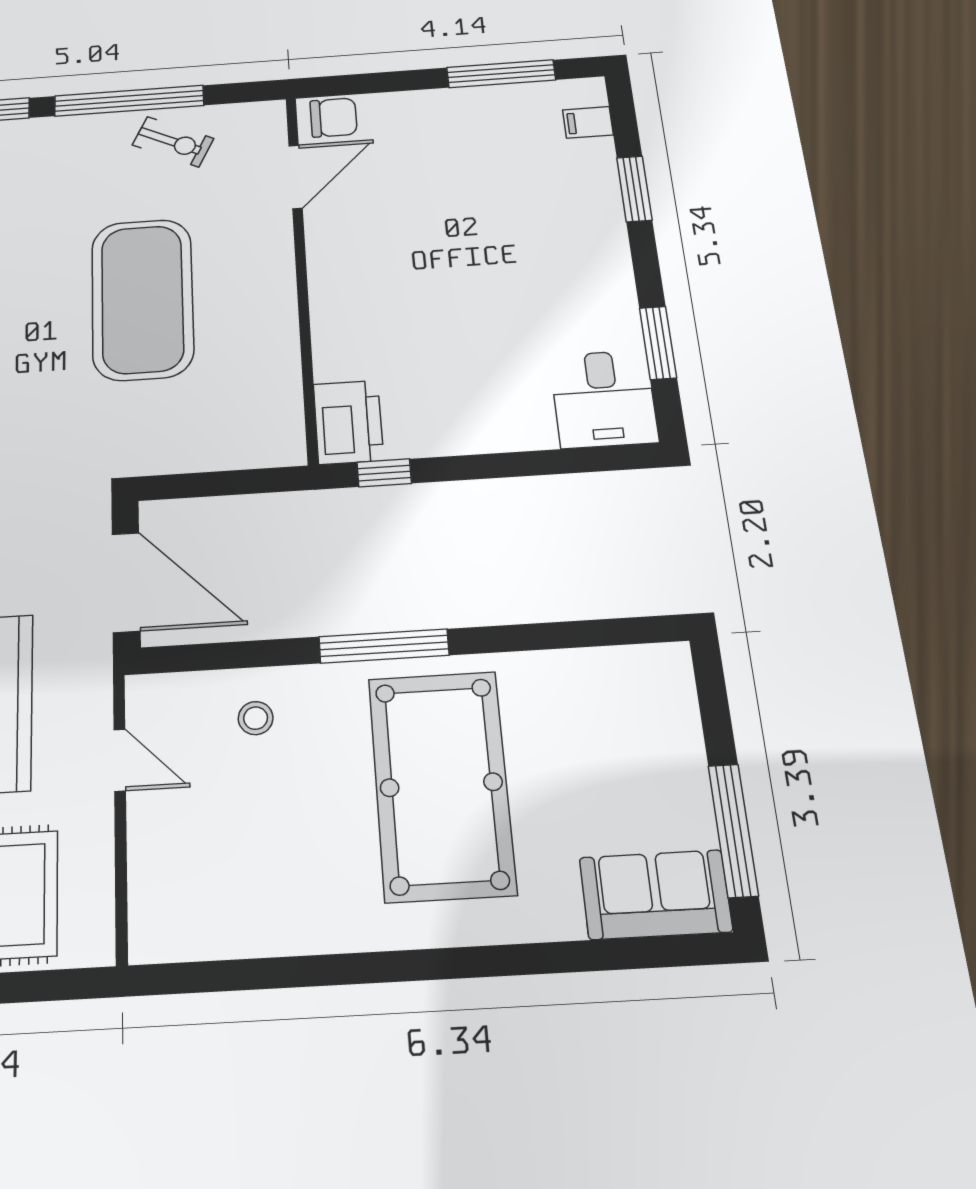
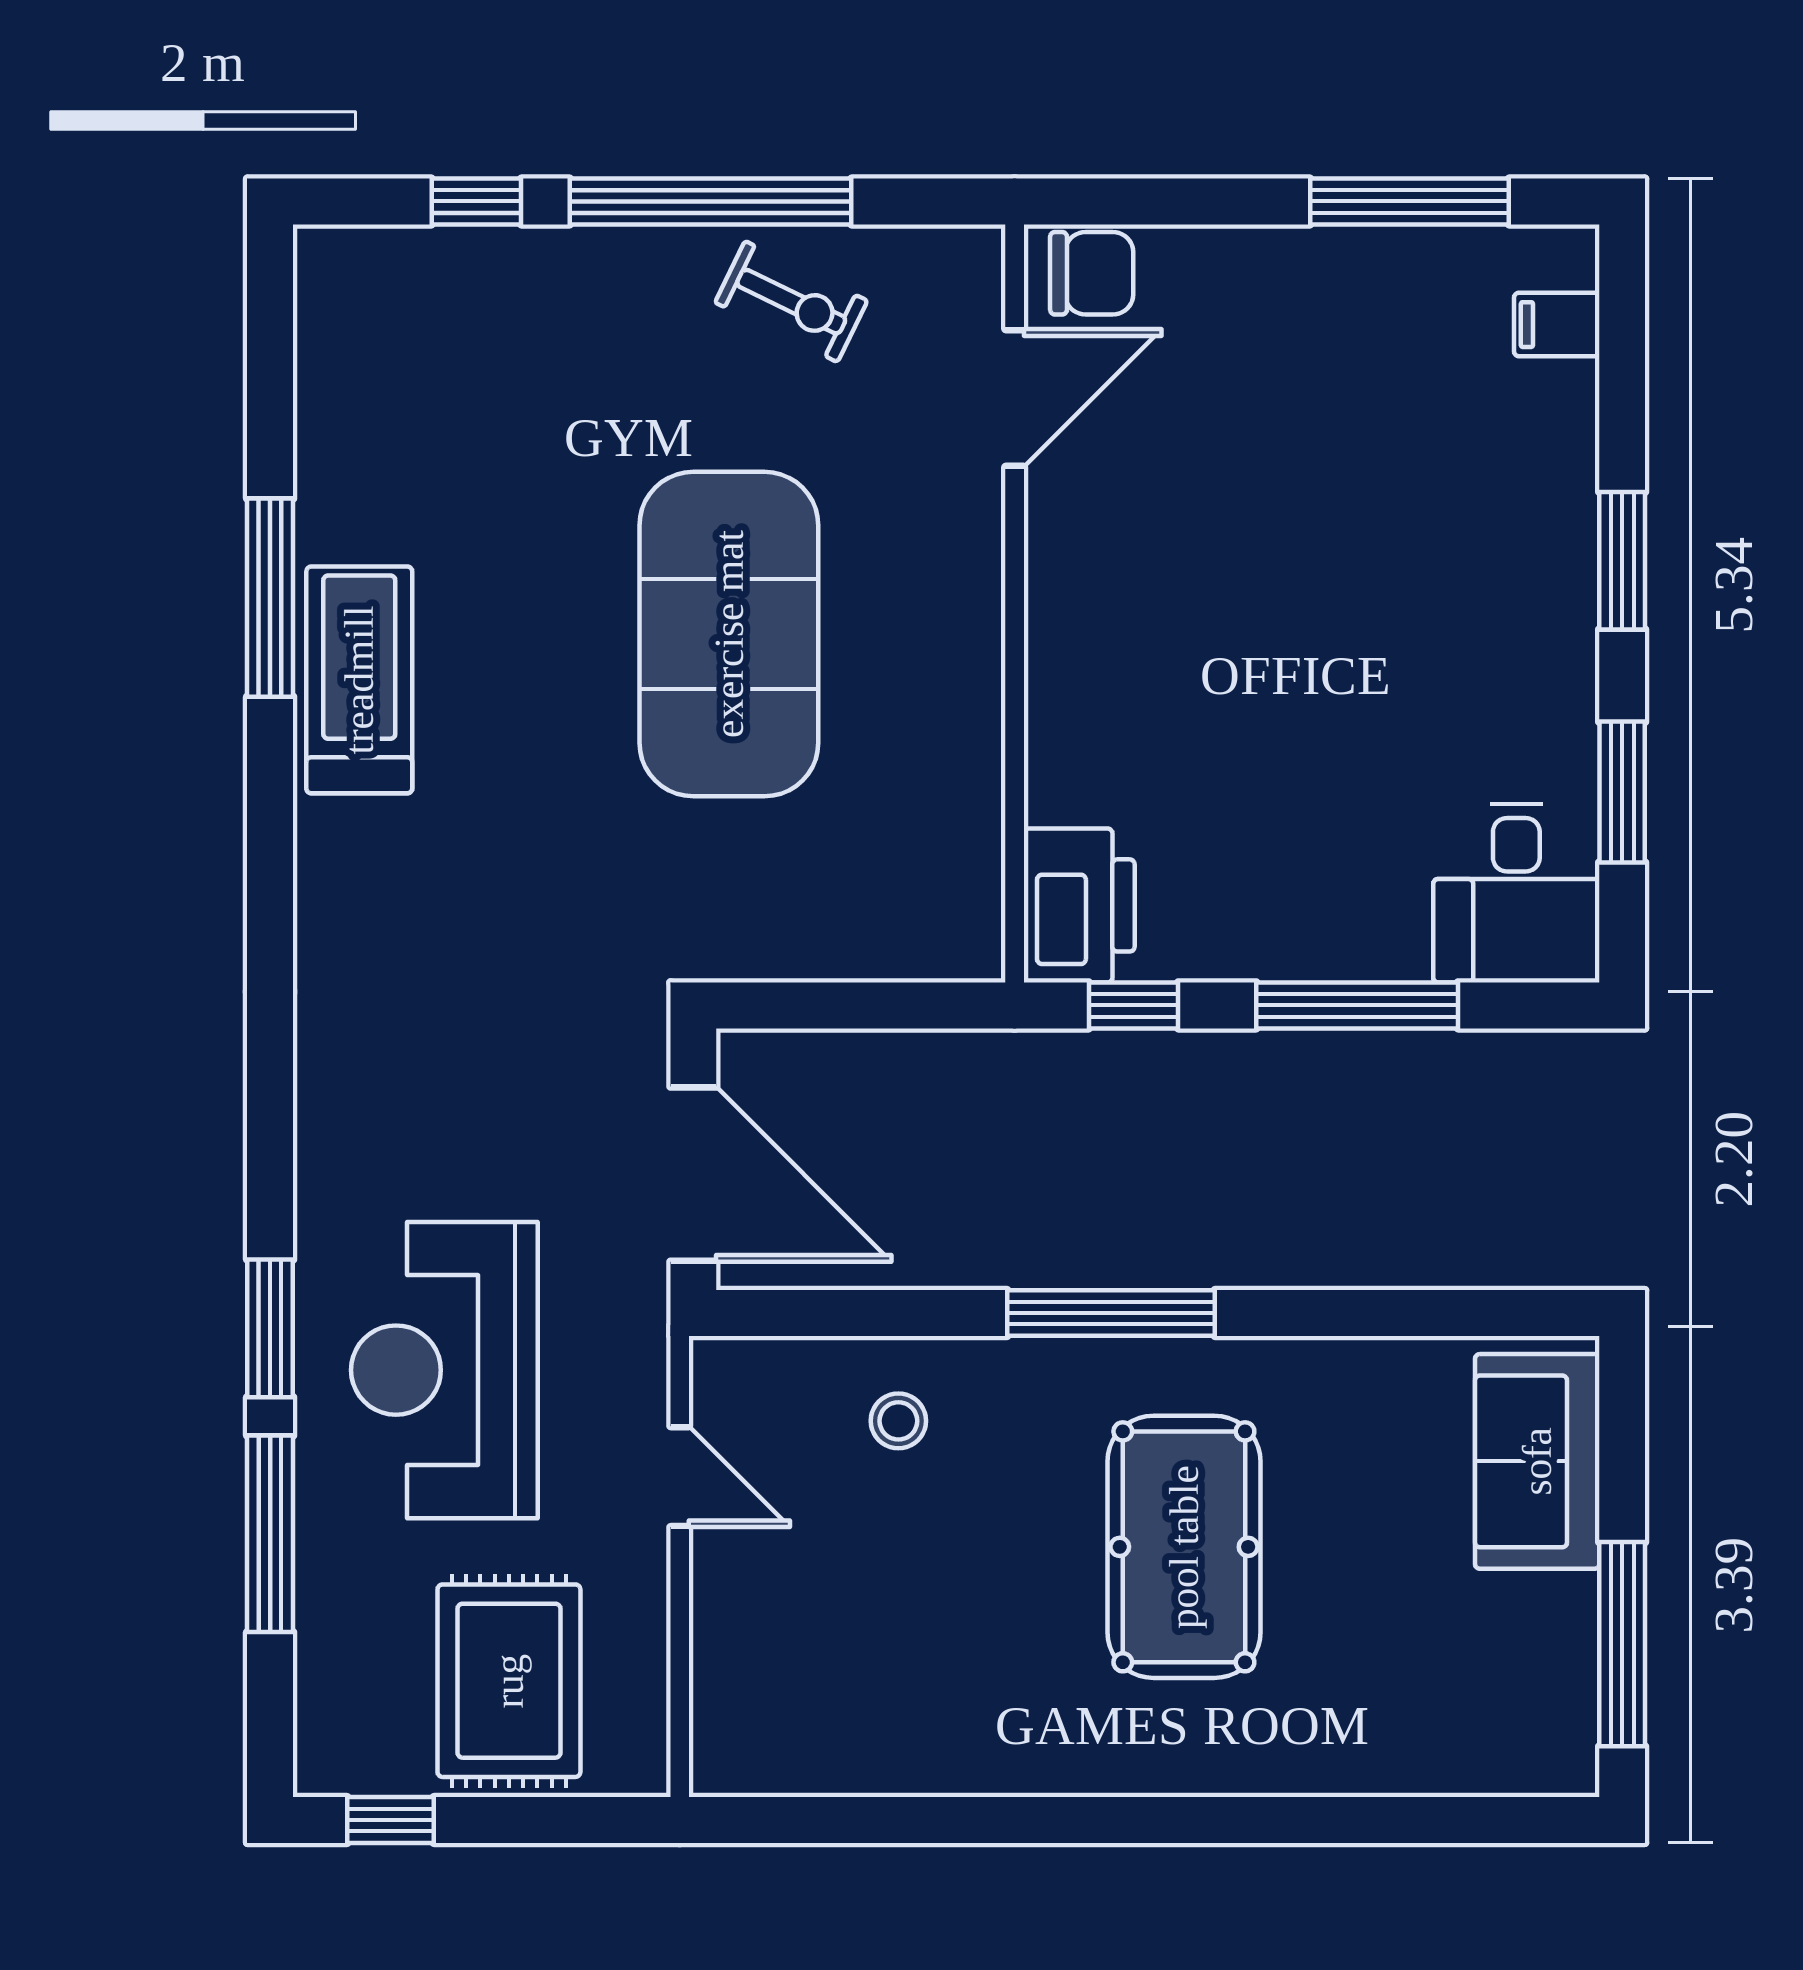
window: (634, 189) -> (1622, 561), moved
window: (517, 464) -> (1357, 1005), added
pool table: (441, 785) -> (1184, 1547), width x0.73, depth x0.76
sofa: (656, 895) -> (1537, 1461), moved, turned -90

